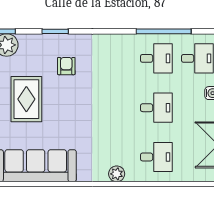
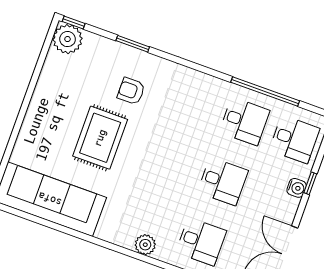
armchair: (66, 66) -> (131, 91), turned -90
rug: (26, 99) -> (100, 138), moved

